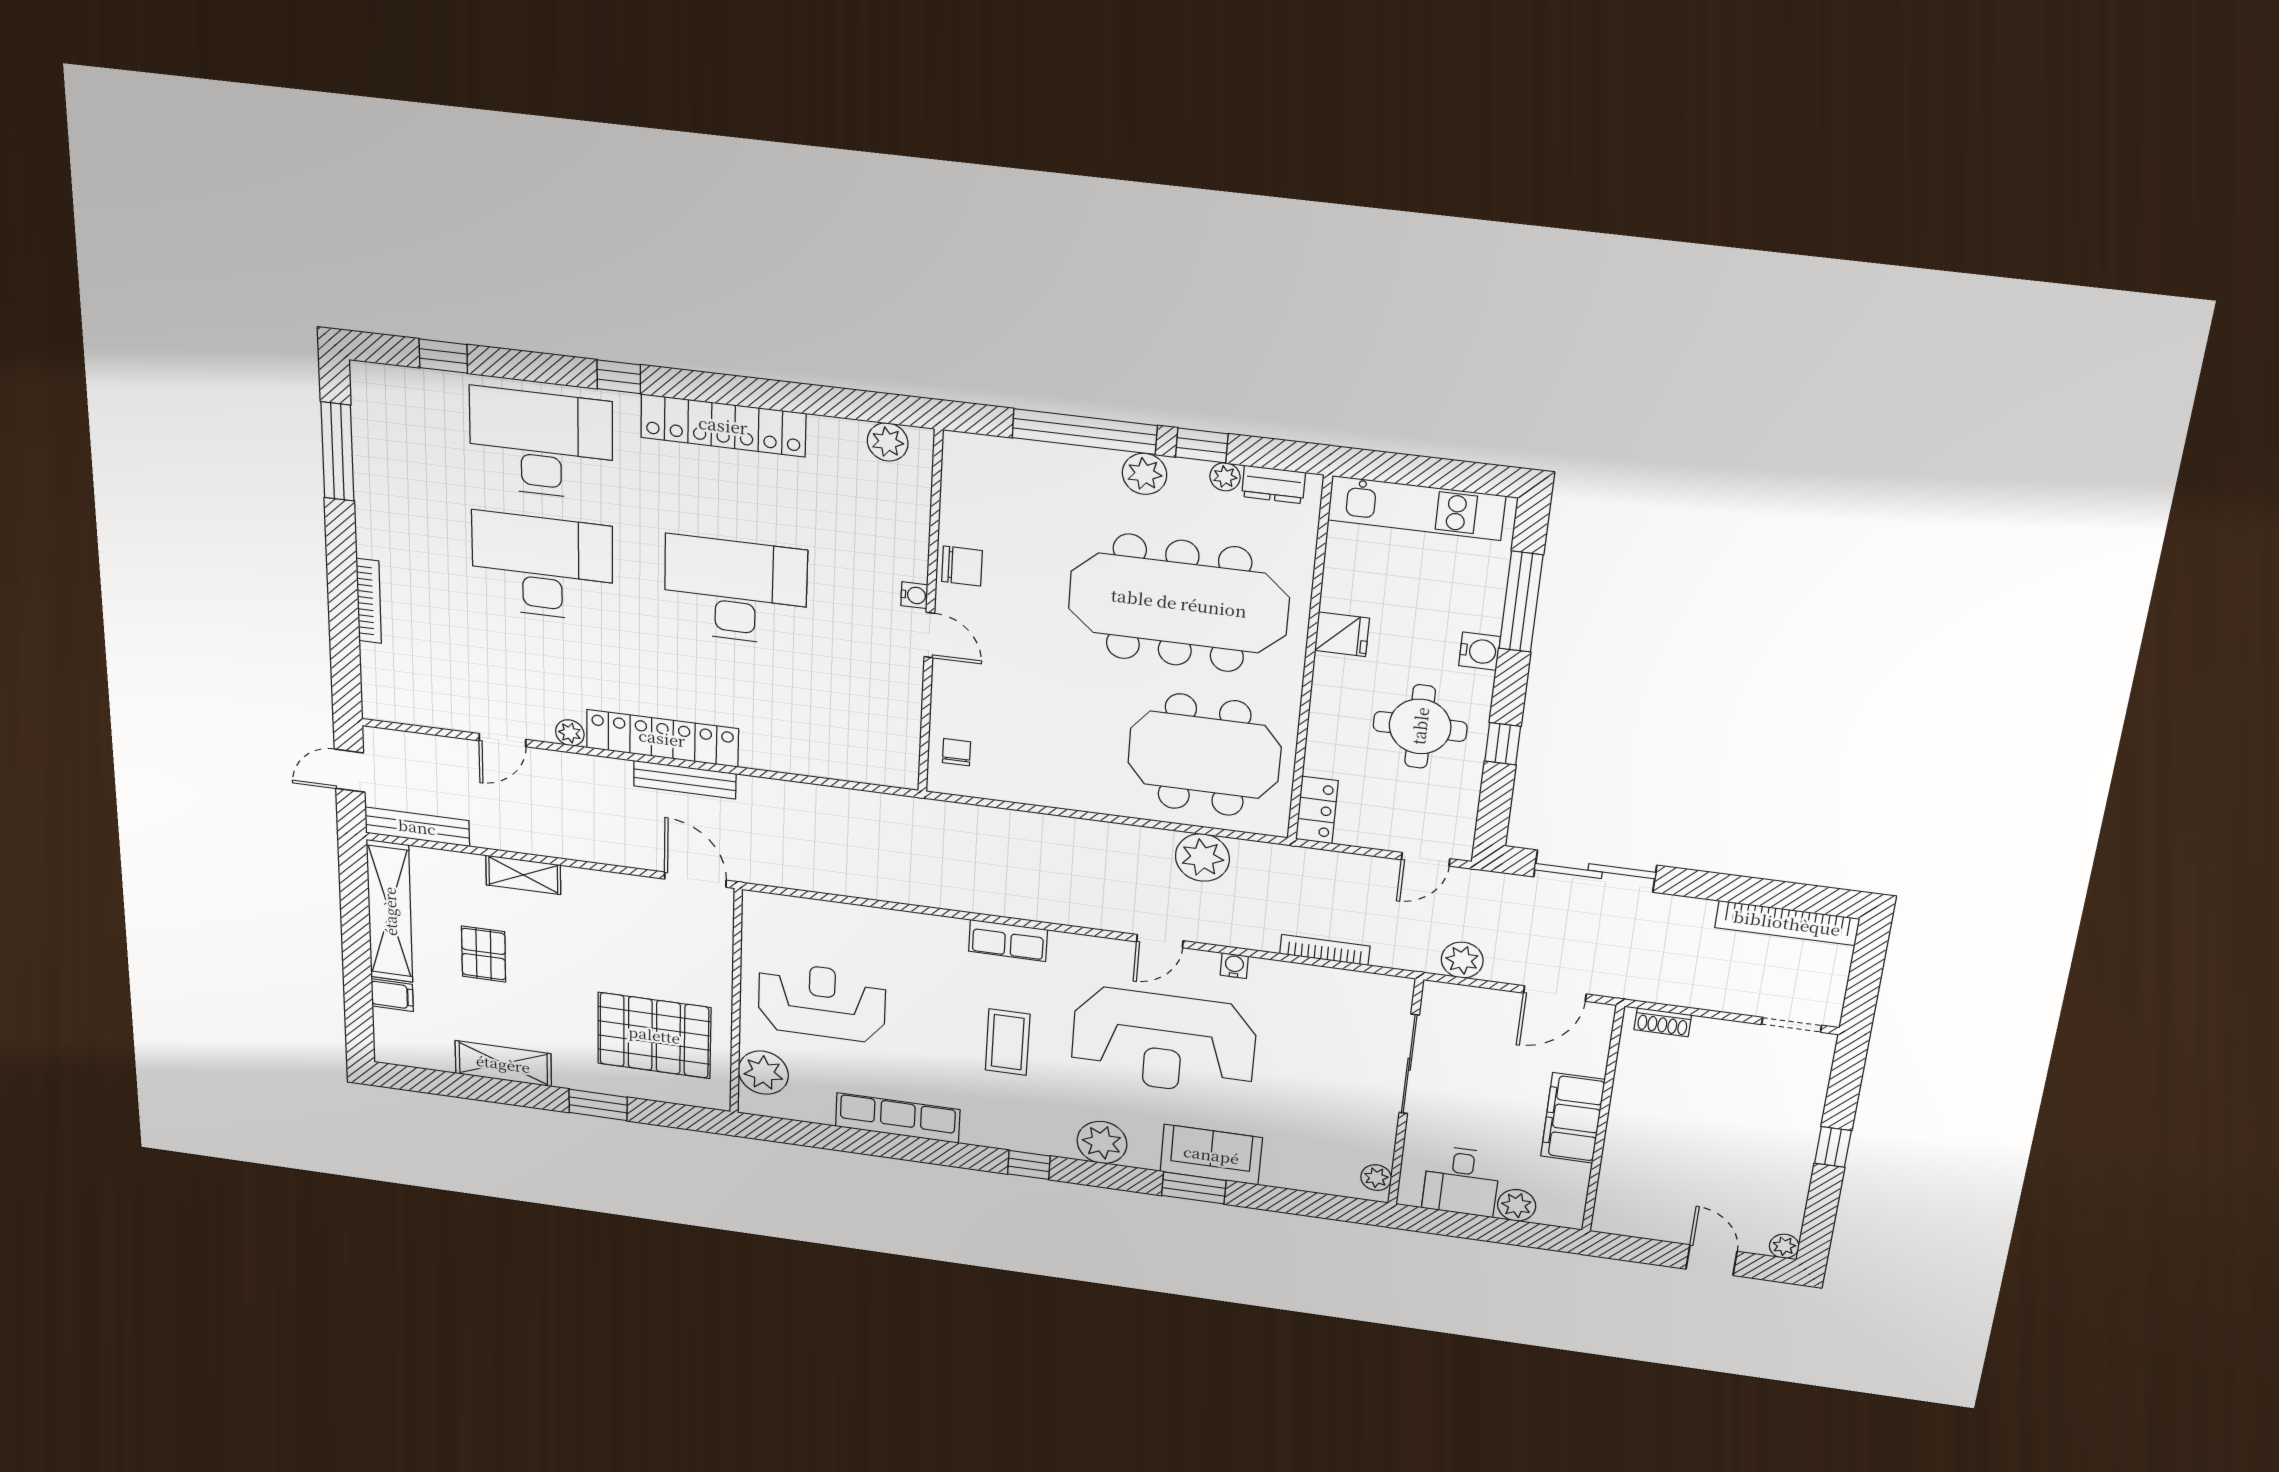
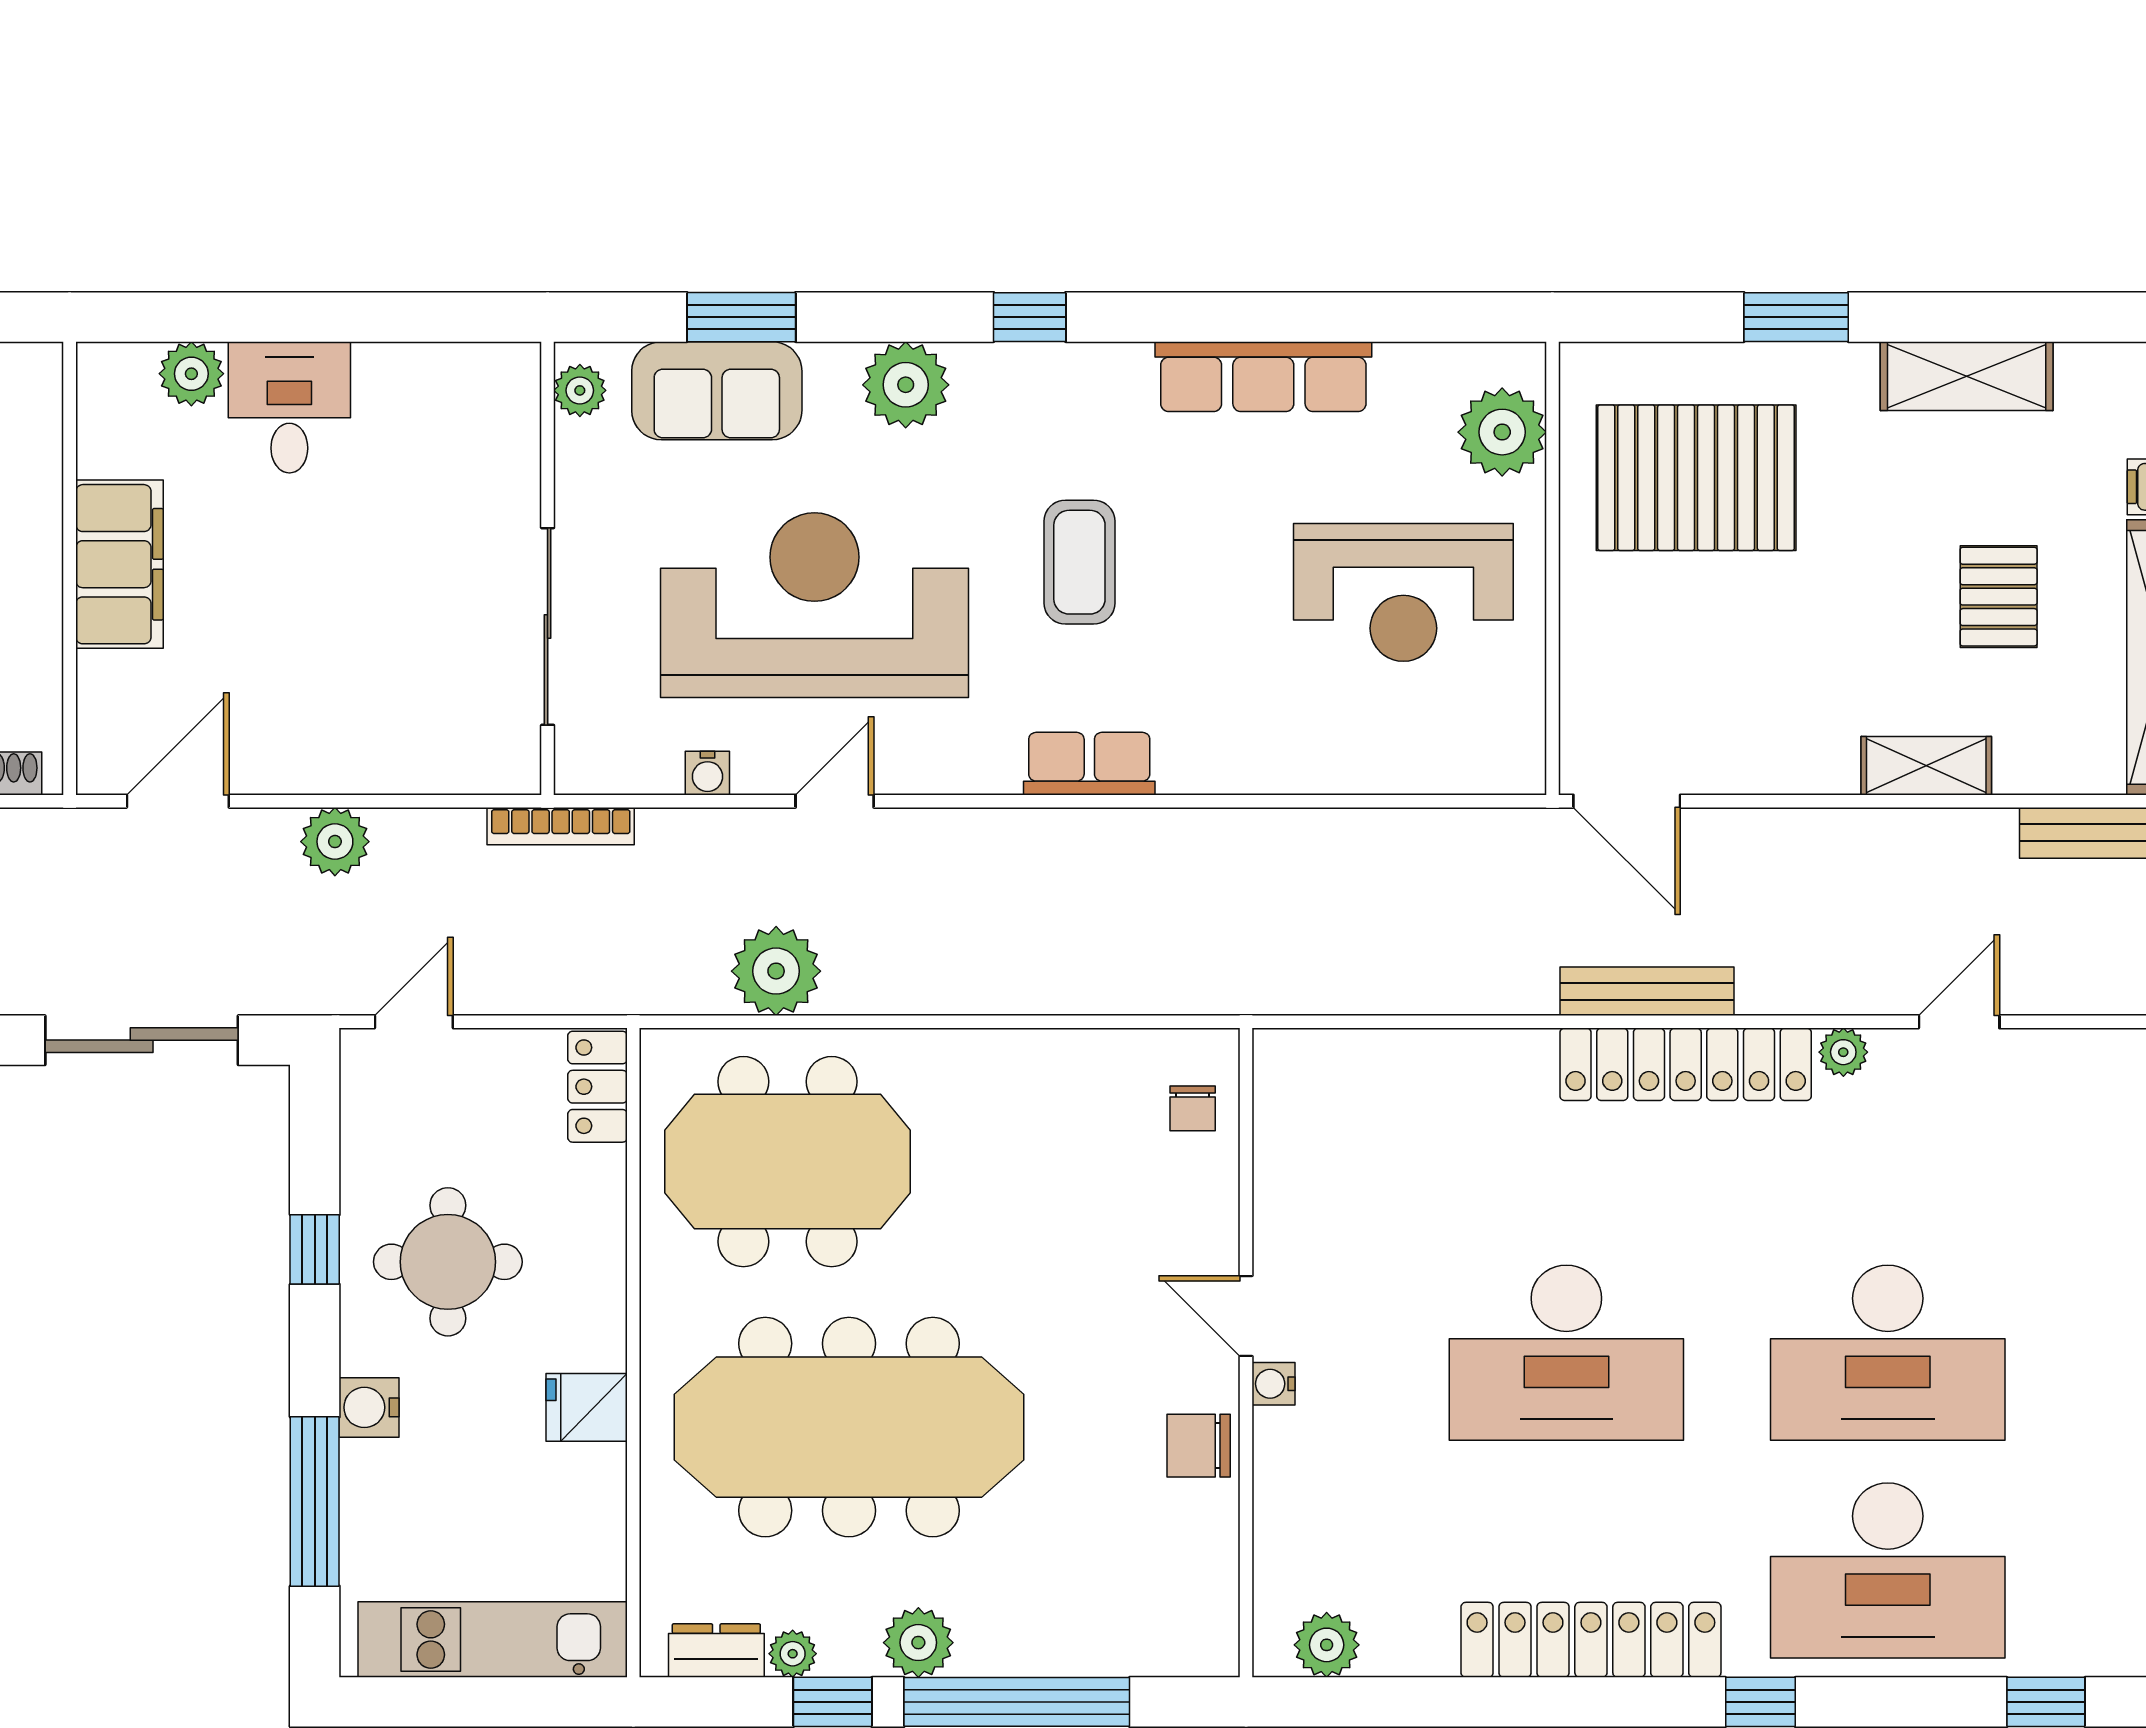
sliding door: (1409, 1064) -> (548, 627), moved
wall: (1406, 1093) -> (548, 568), moved
plant: (1376, 1178) -> (580, 390), moved

